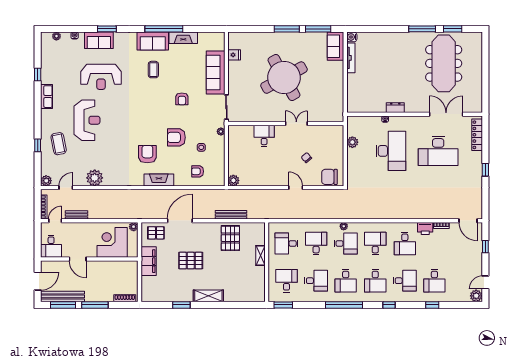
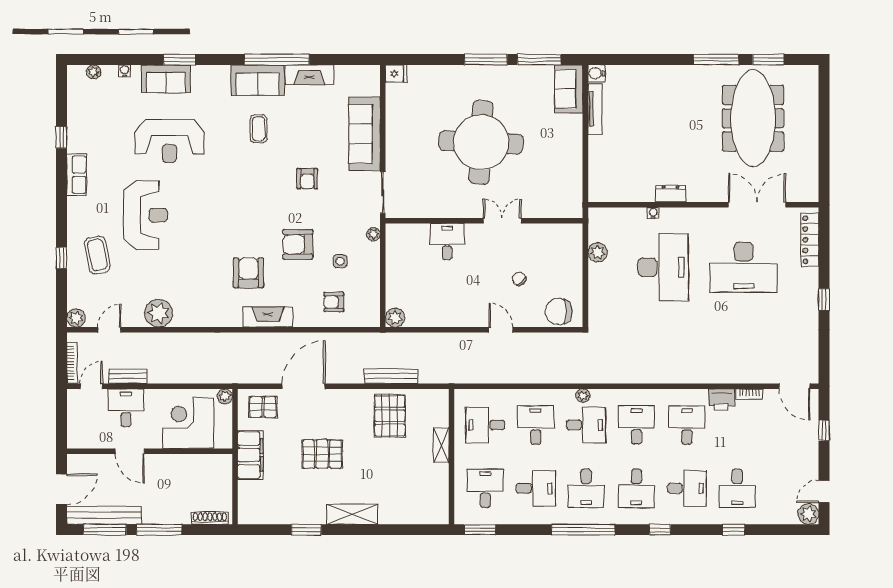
fridge: (234, 55) -> (396, 74), moved
round table: (284, 78) -> (481, 142), turned 32
desk: (405, 243) -> (687, 425), turned 180
desk: (51, 246) -> (126, 408), moved, turned 180

